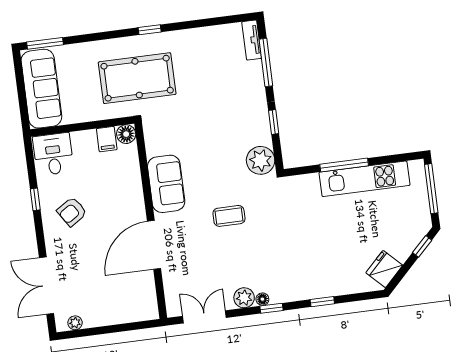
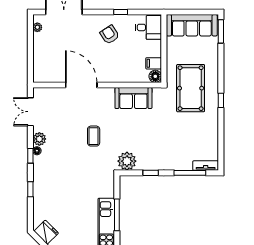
sofa: (166, 184) -> (133, 98), moved
double door: (204, 317) -> (30, 112), swing flipped

